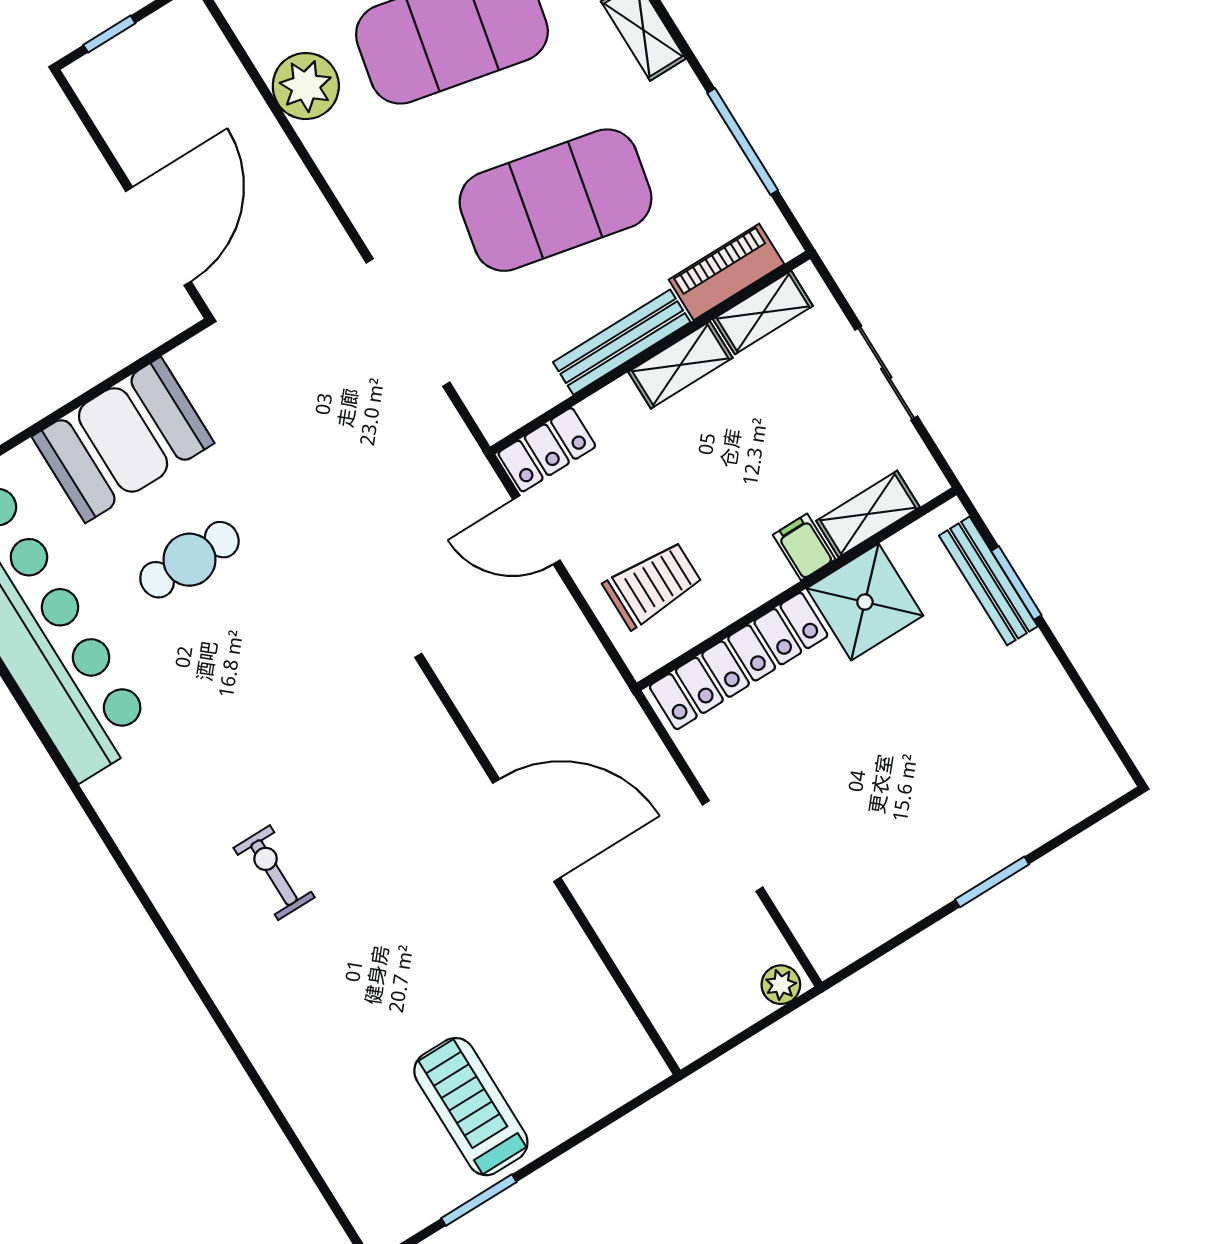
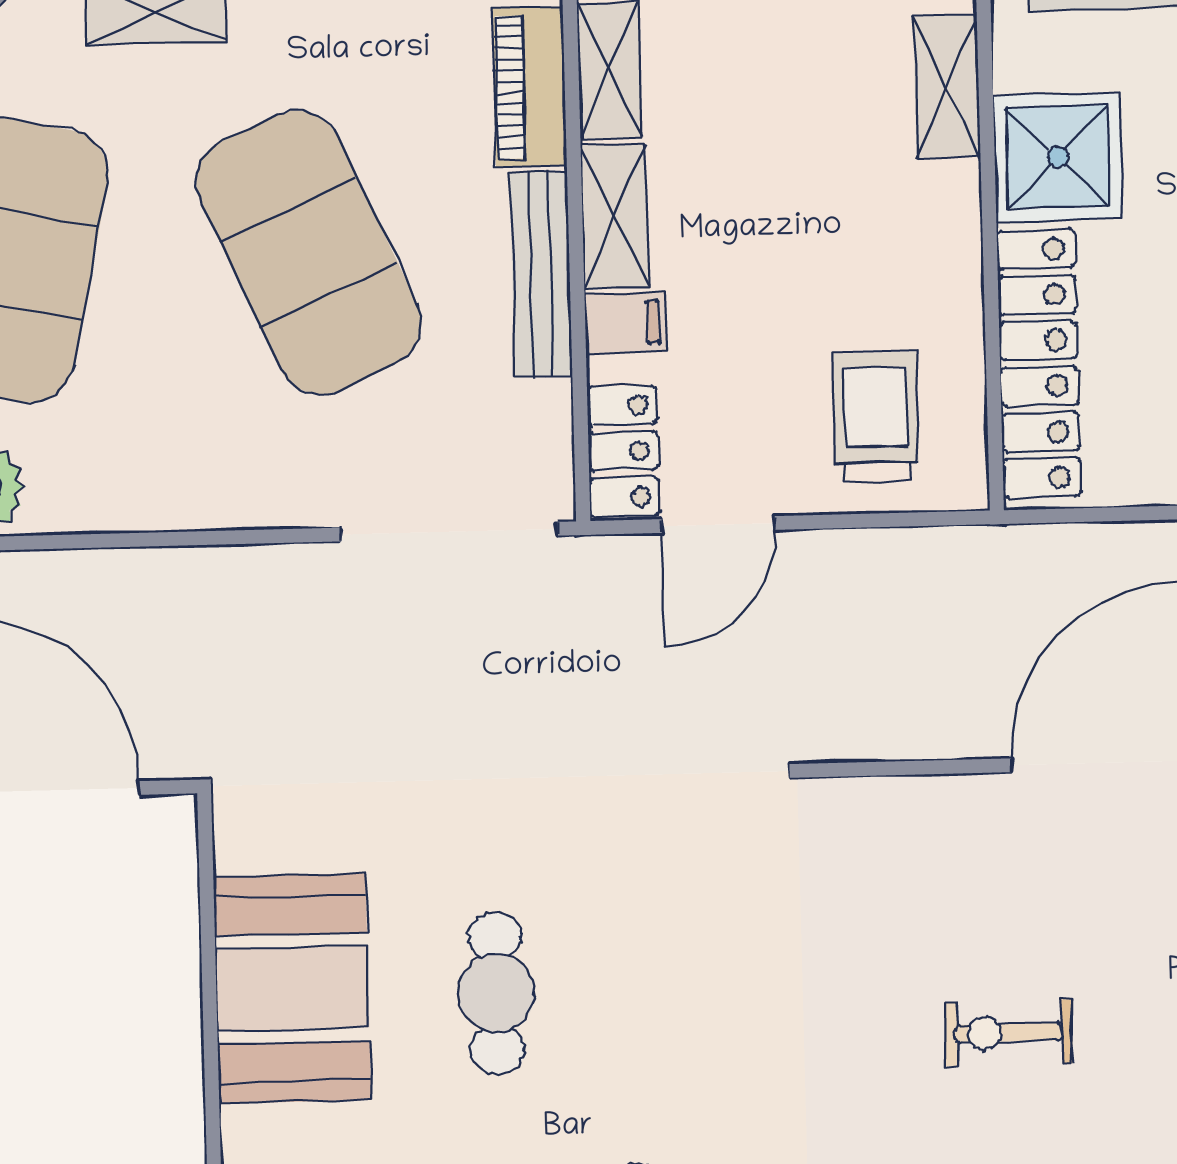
exercise mat: (556, 200) -> (309, 253), turned -36
doorway: (408, 322) -> (449, 532), moved
filing cabinet: (804, 547) -> (625, 323), moved, turned 180
exercise bike: (274, 873) -> (1009, 1033), moved

